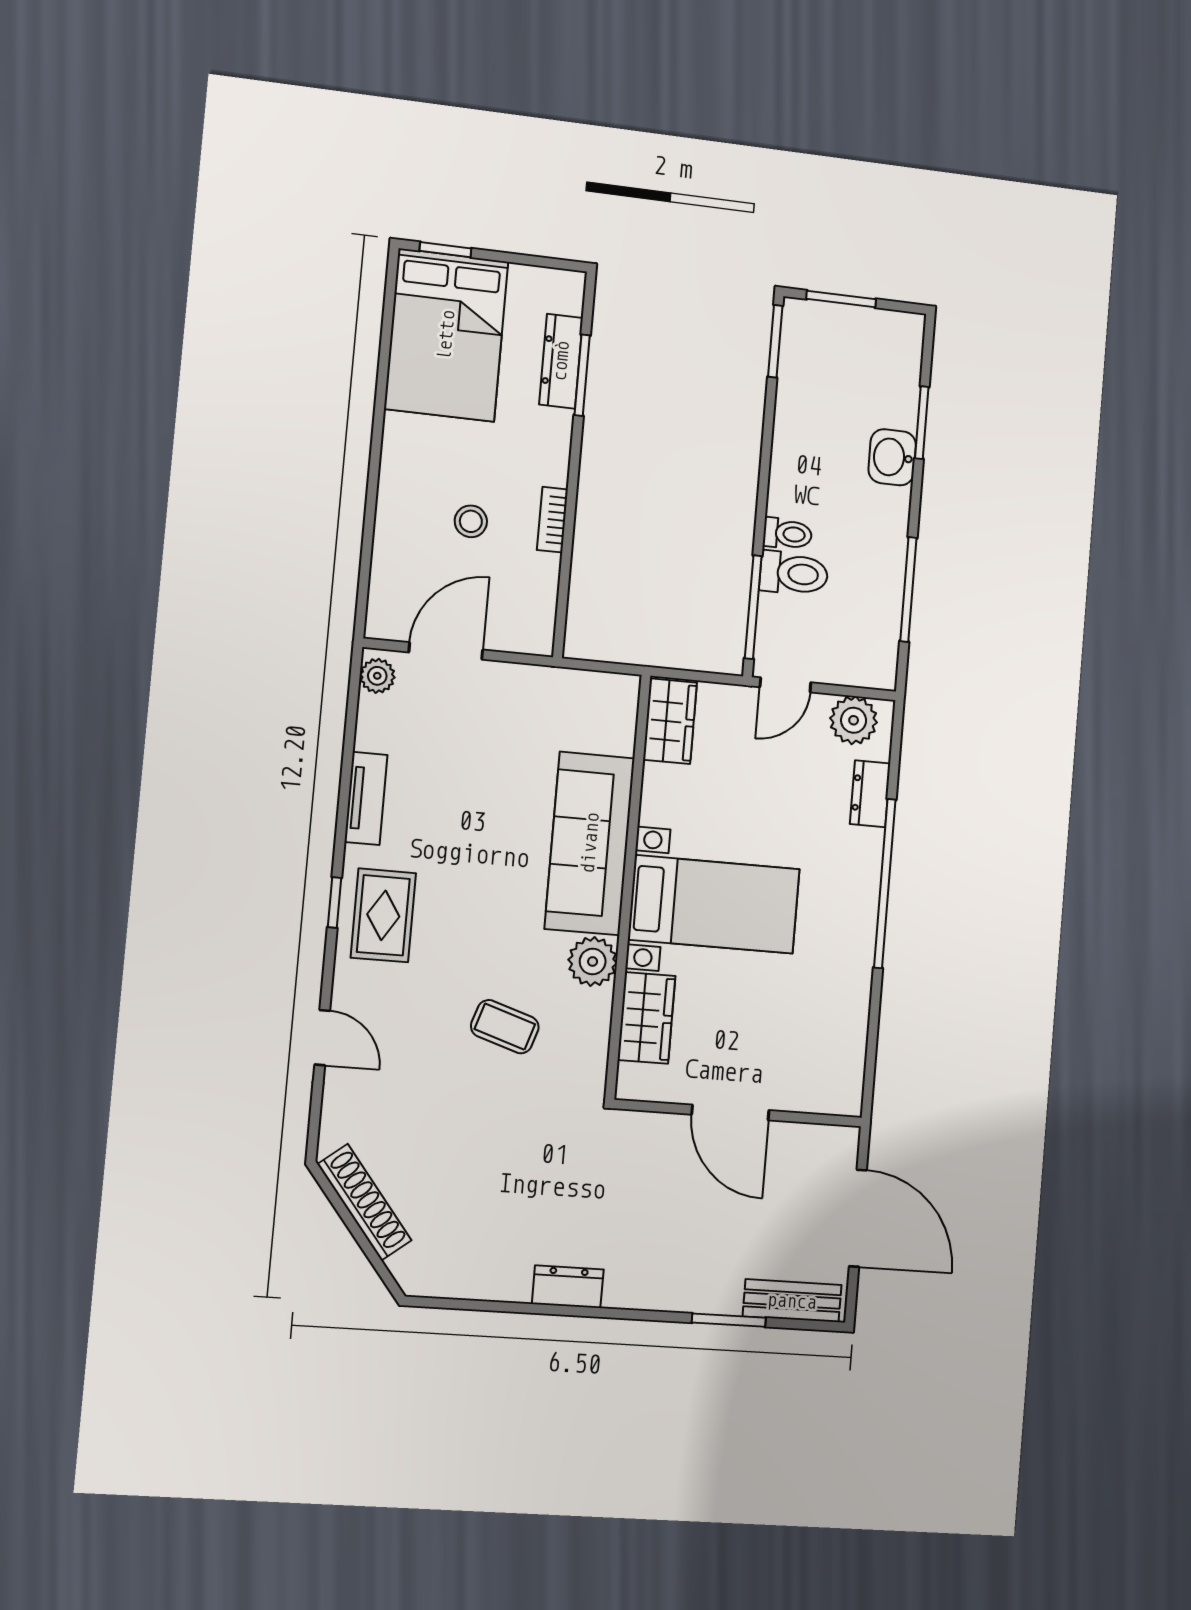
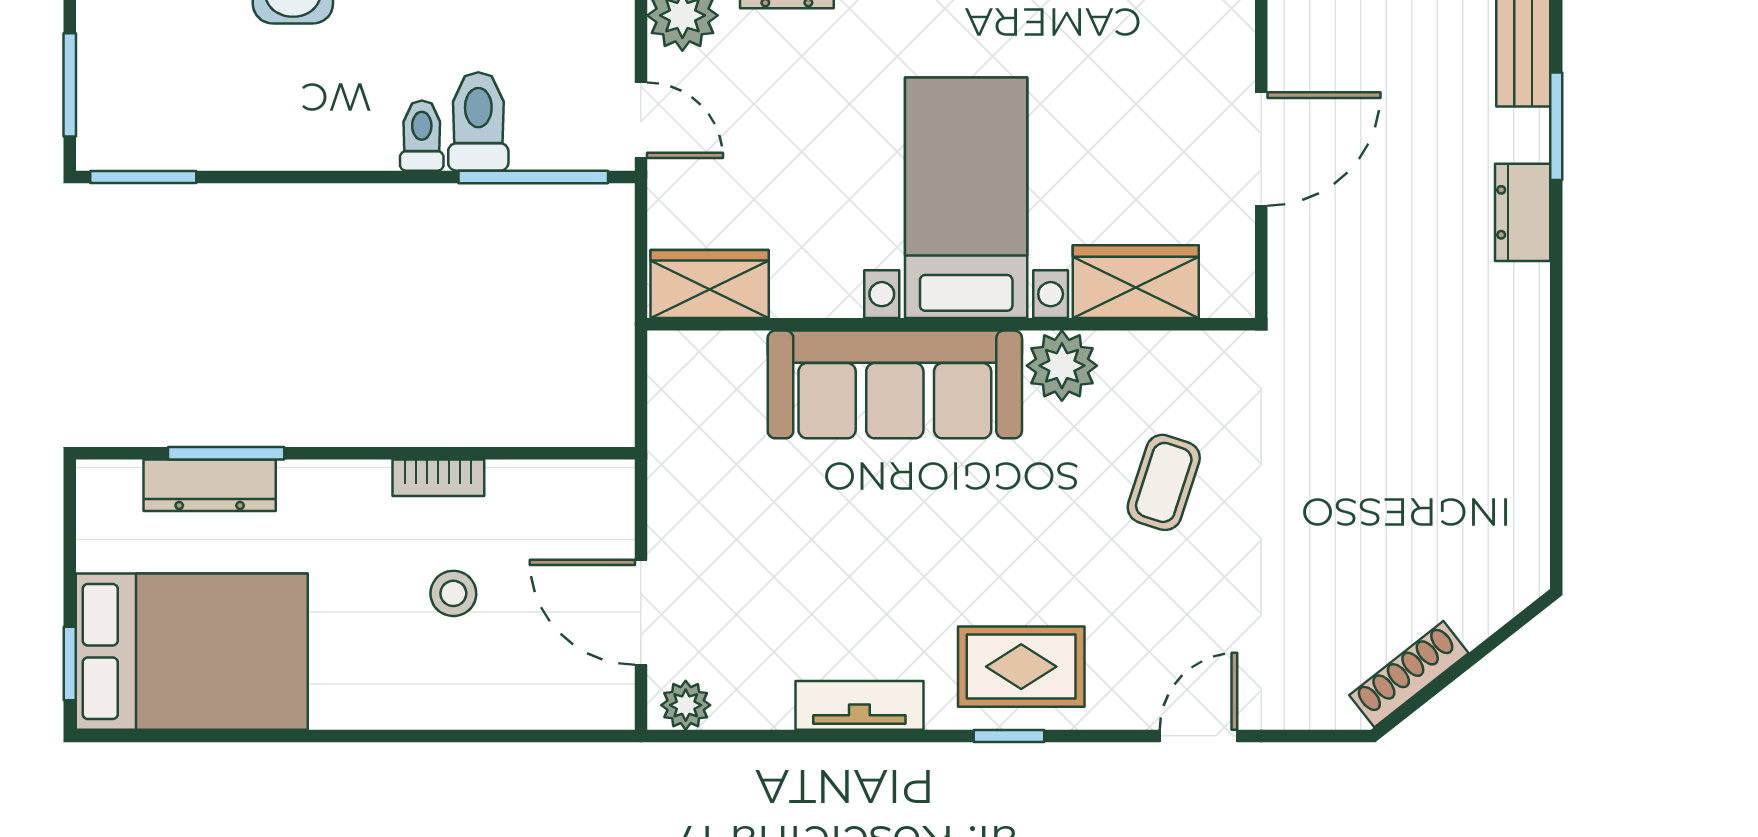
shoe rack: (364, 1202) -> (1409, 674), width x0.74, depth x0.81
dresser: (568, 1287) -> (1523, 212), moved

